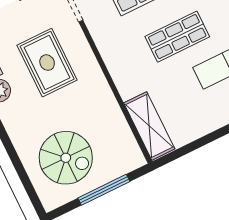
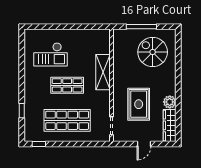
shelving: (149, 126) -> (103, 72), moved

